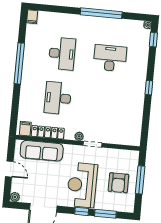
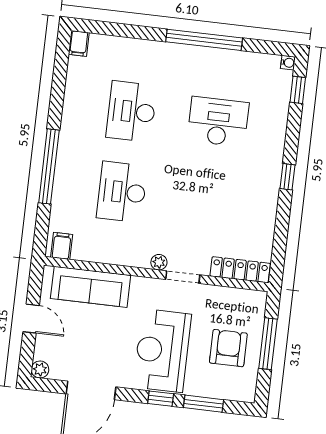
desk: (62, 54) -> (131, 111), turned 180
window: (19, 63) -> (49, 166), moved
locker: (48, 132) -> (240, 270), moved
armchair: (118, 183) -> (228, 348), turned 180

